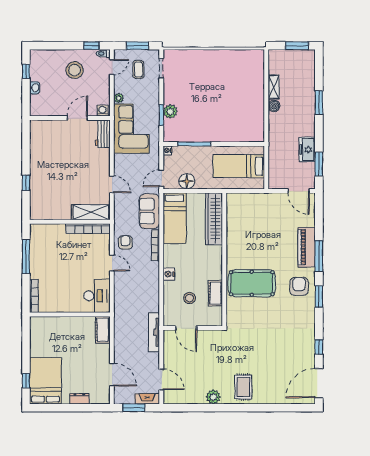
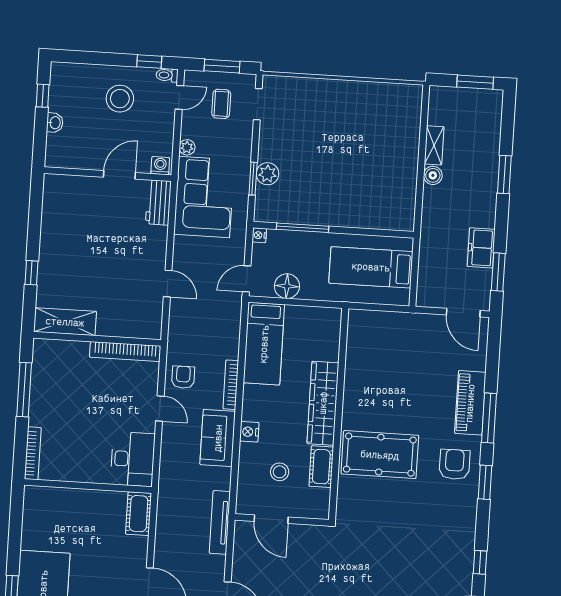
sofa: (149, 211) -> (218, 438), moved
shelving: (91, 212) -> (65, 322), moved
wardrobe: (214, 219) -> (323, 403), moved

